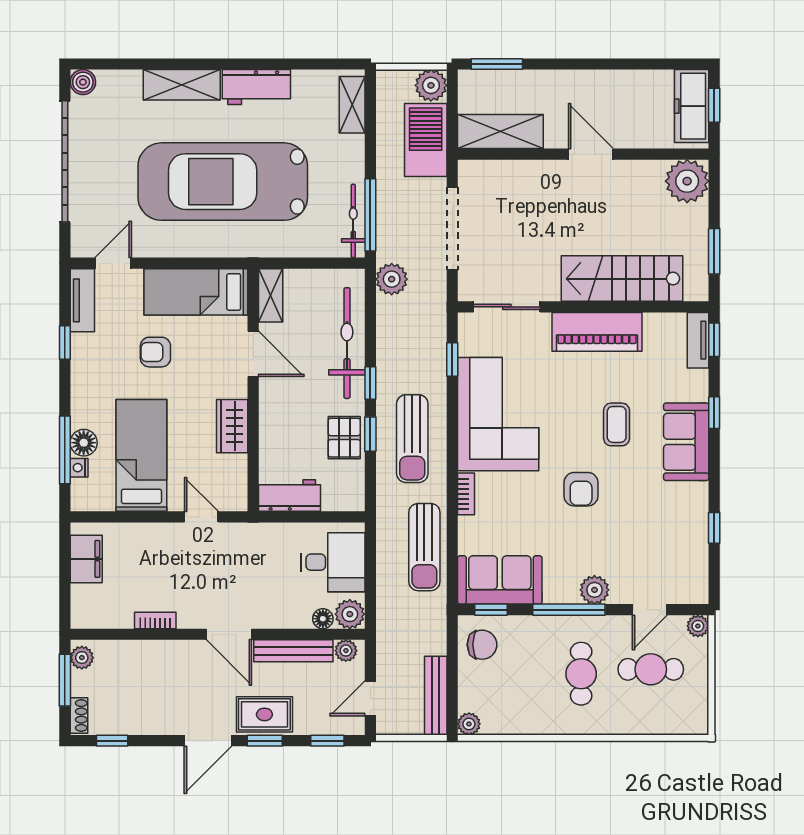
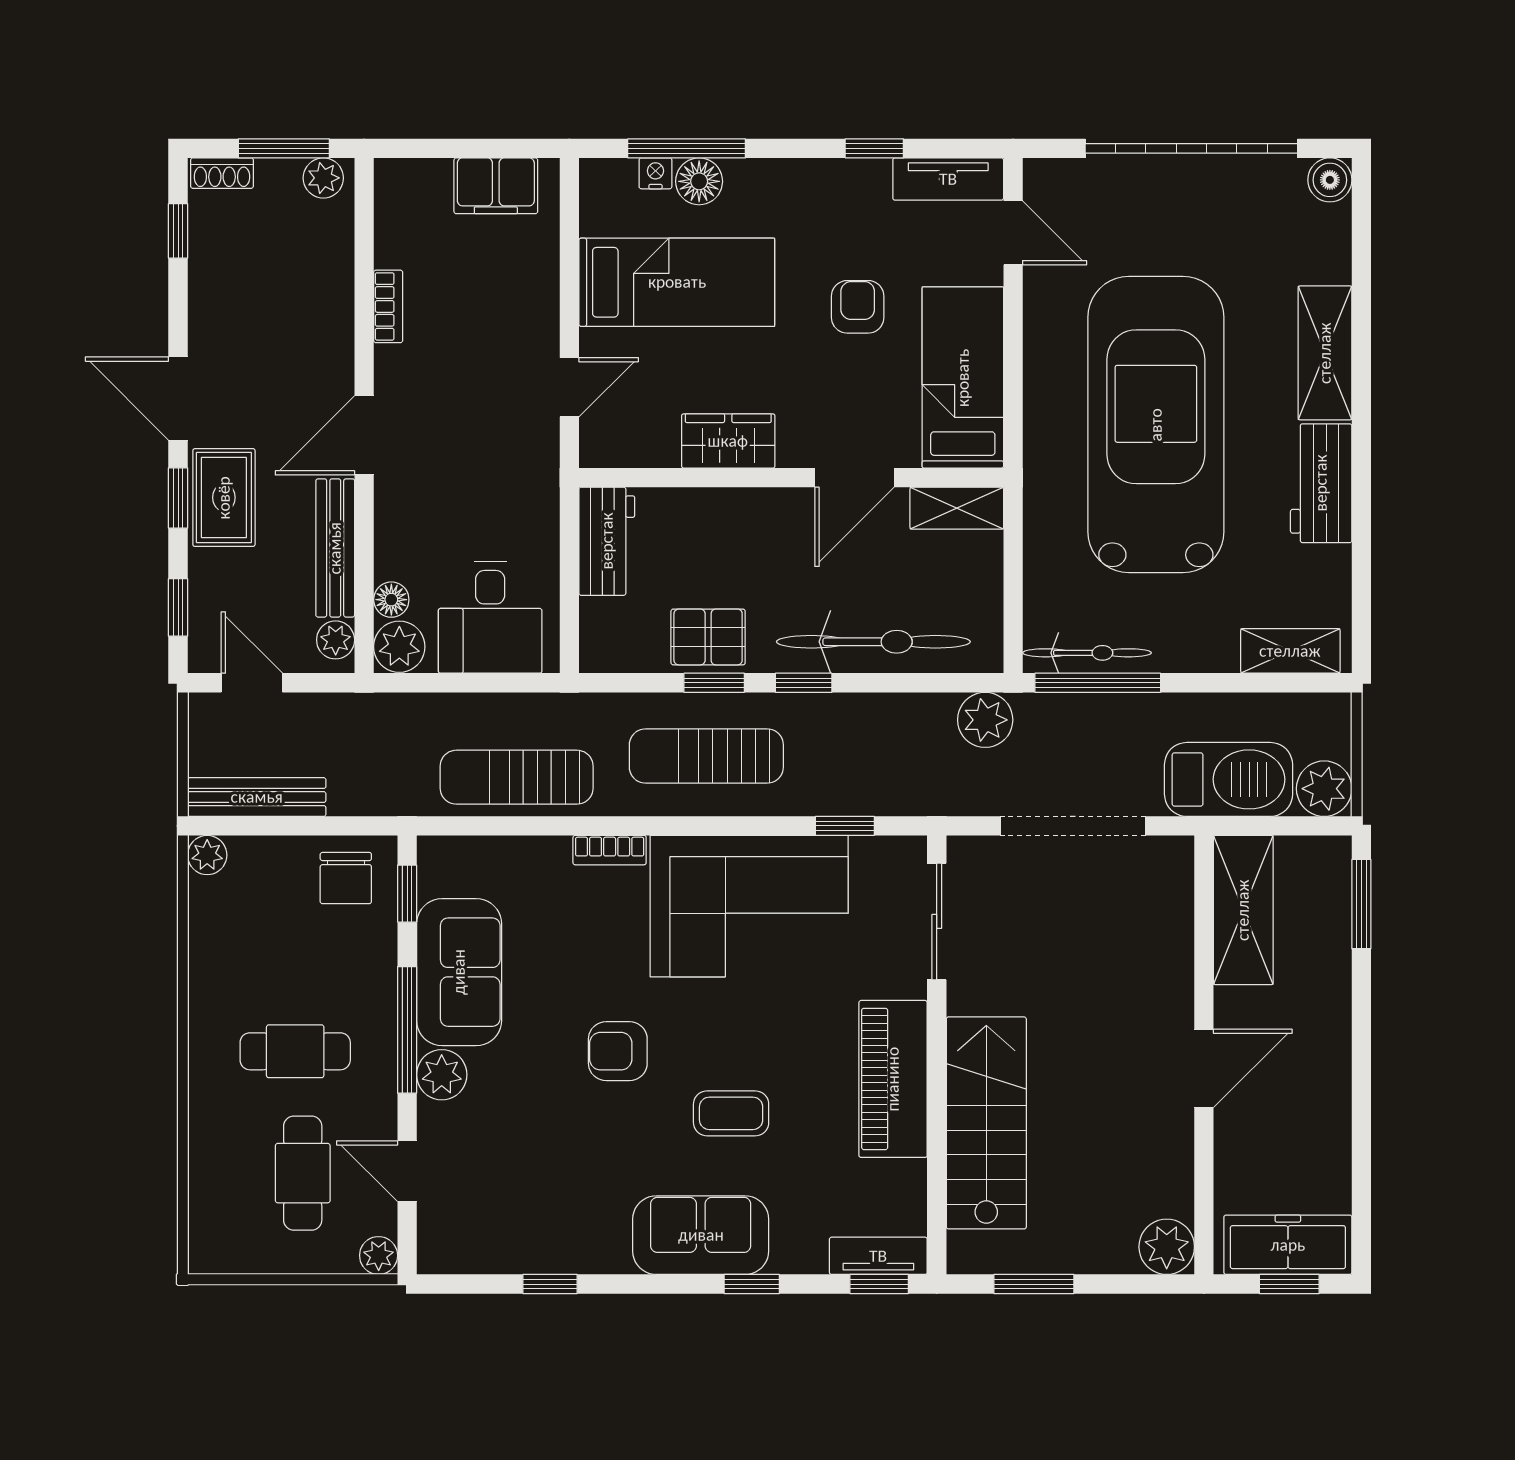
plant: (687, 181) -> (1167, 1247), width x0.73, depth x0.73
sofa: (500, 580) -> (459, 972), moved

